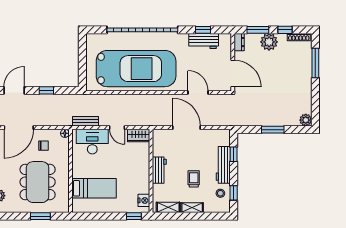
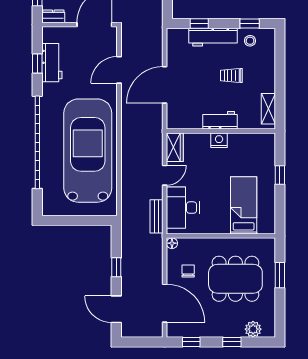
nightstand: (144, 200) -> (219, 140), moved
shelving: (192, 208) -> (269, 78), removed
window: (134, 216) -> (280, 175), moved

